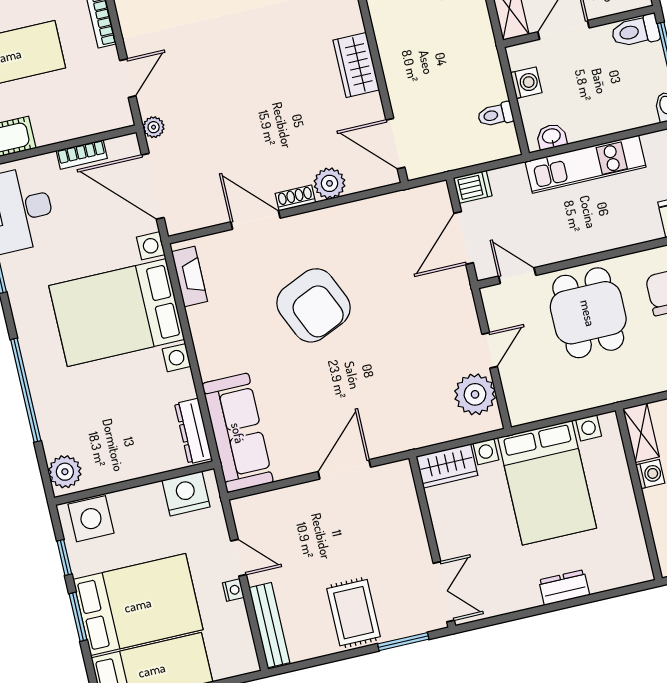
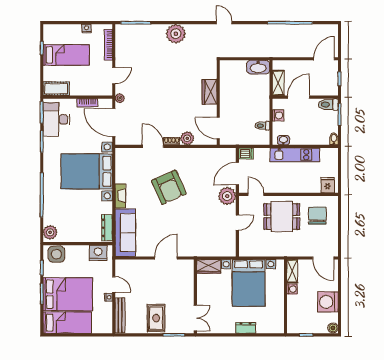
fireplace: (190, 277) -> (120, 196), moved
dining table: (588, 313) -> (282, 217), turned 90
plant: (475, 394) -> (227, 196), moved

